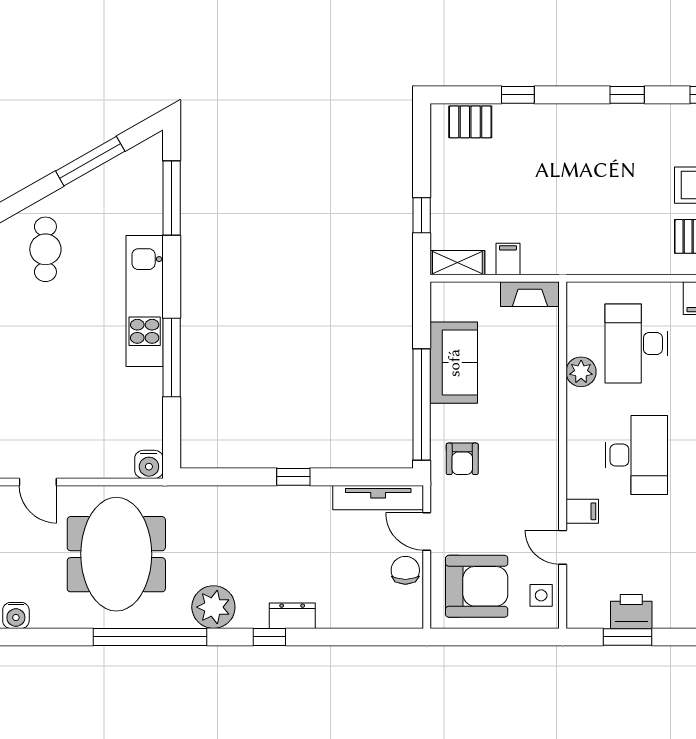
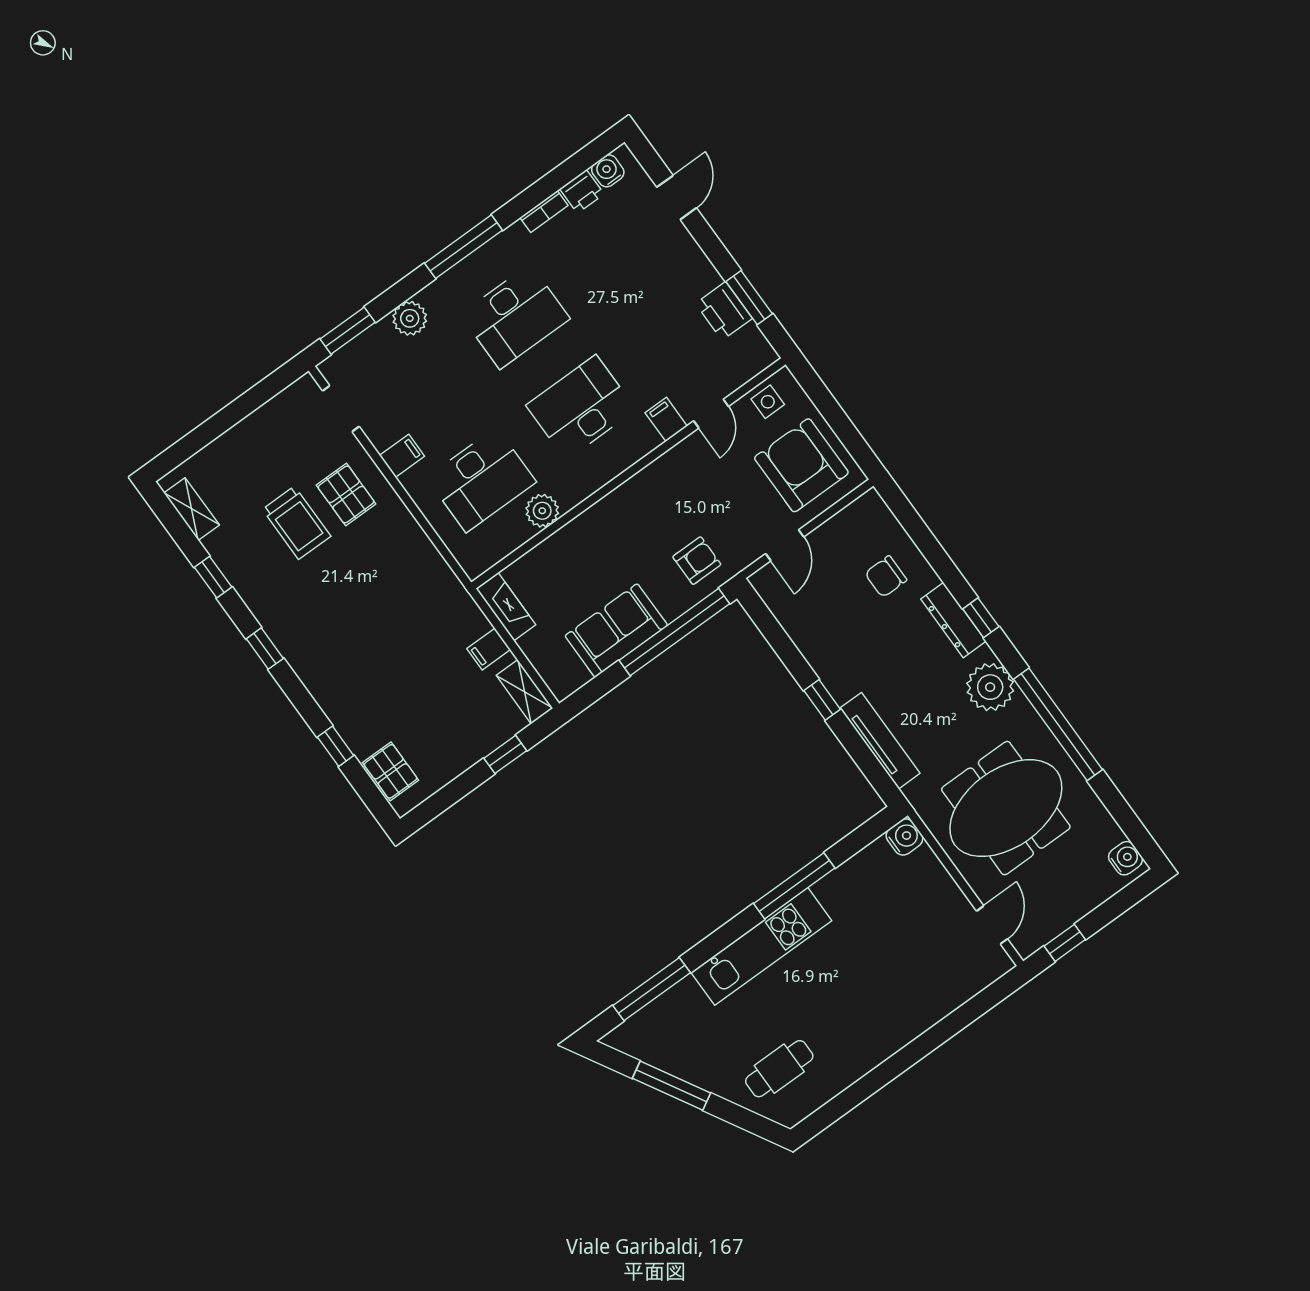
tv unit: (378, 498) -> (880, 741), moved
chair: (405, 570) -> (886, 577), moved
dresser: (292, 616) -> (953, 620), width x1.44

